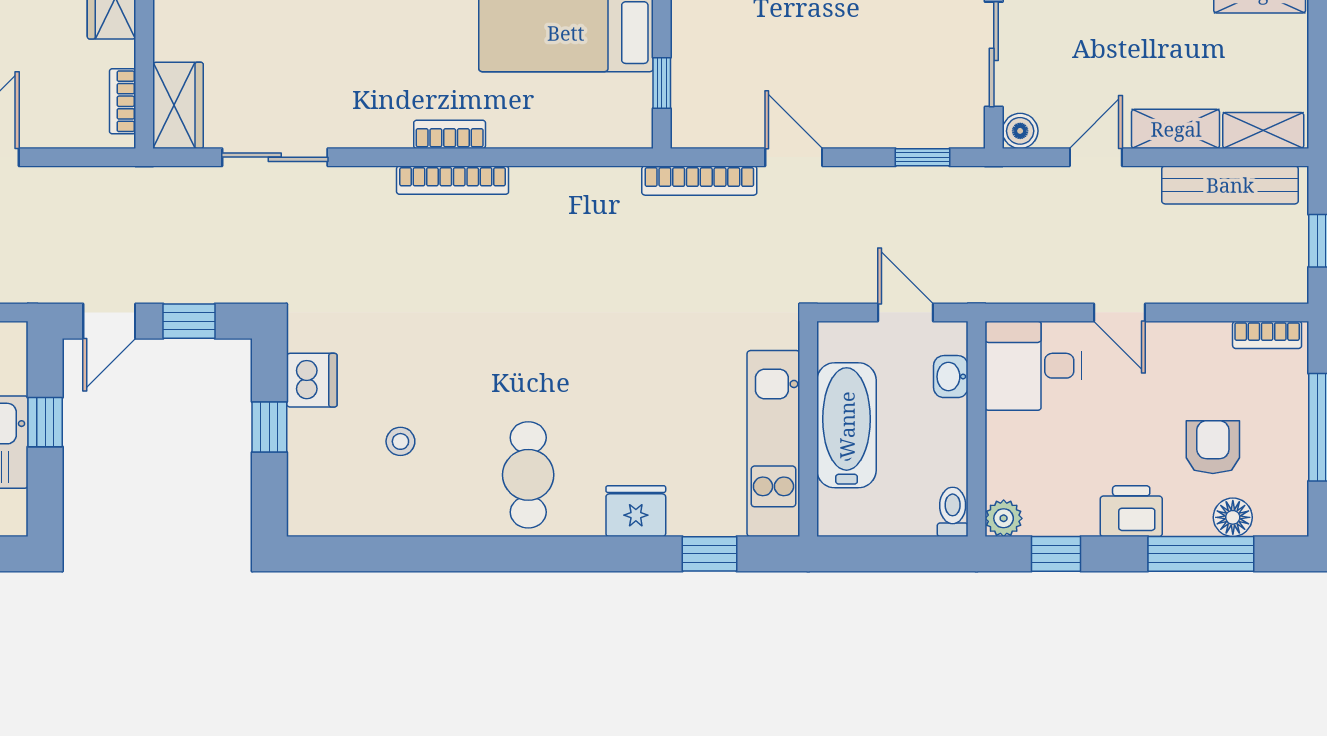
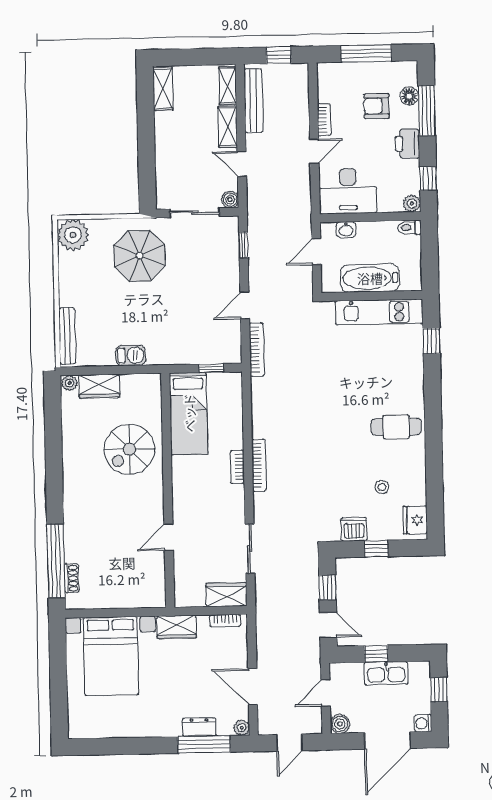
bookcase: (1267, 335) -> (324, 120), moved
desk: (1033, 366) -> (348, 191), width x1.37
fridge: (636, 511) -> (415, 520), moved

